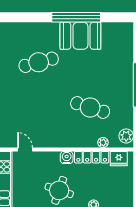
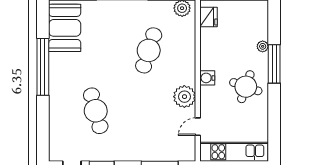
booth: (80, 36) -> (65, 28), moved
plant: (103, 142) -> (184, 97), moved, width x1.87, depth x1.87
locker: (92, 157) -> (207, 49), removed

